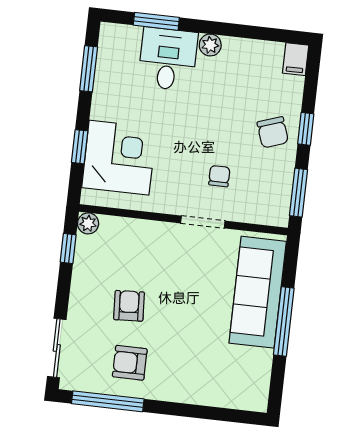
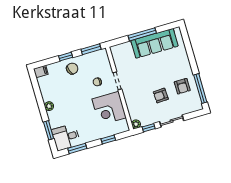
desk: (168, 59) -> (66, 137), moved
corner desk: (119, 158) -> (109, 108), moved, turned -90
sofa: (258, 292) -> (155, 43), moved
sliding door: (57, 348) -> (172, 121), moved

